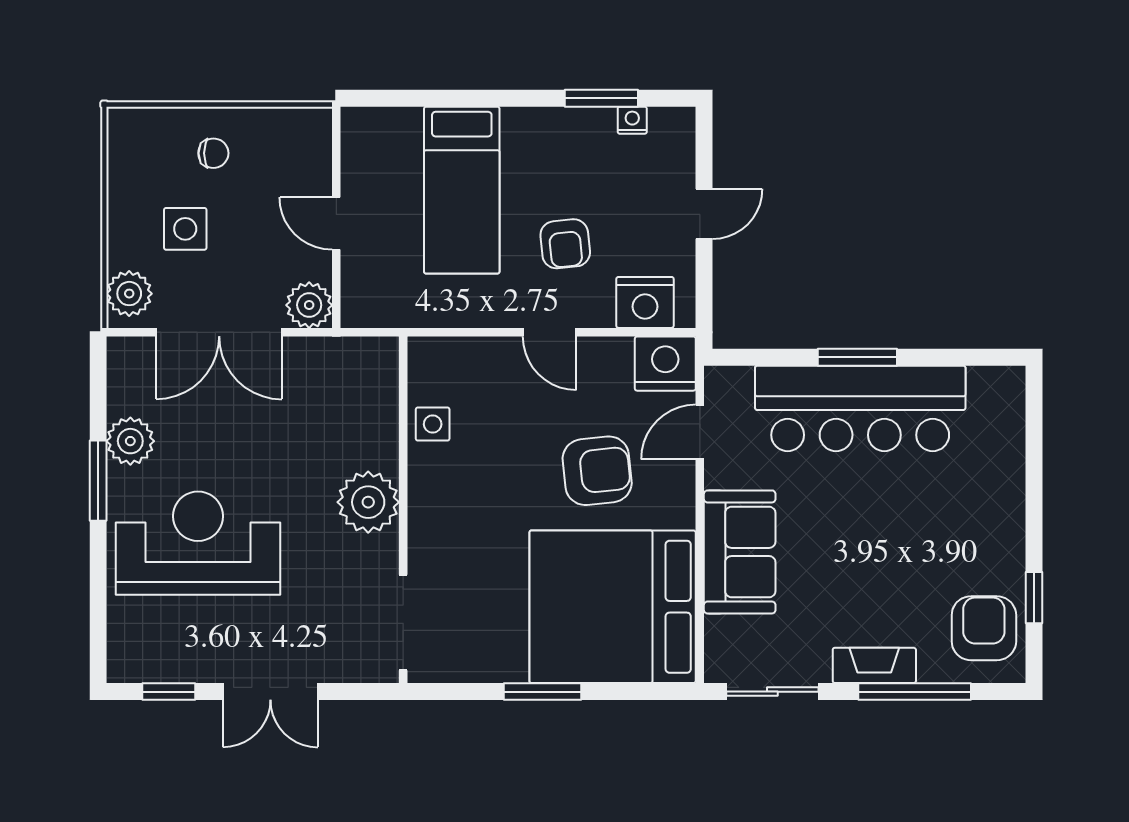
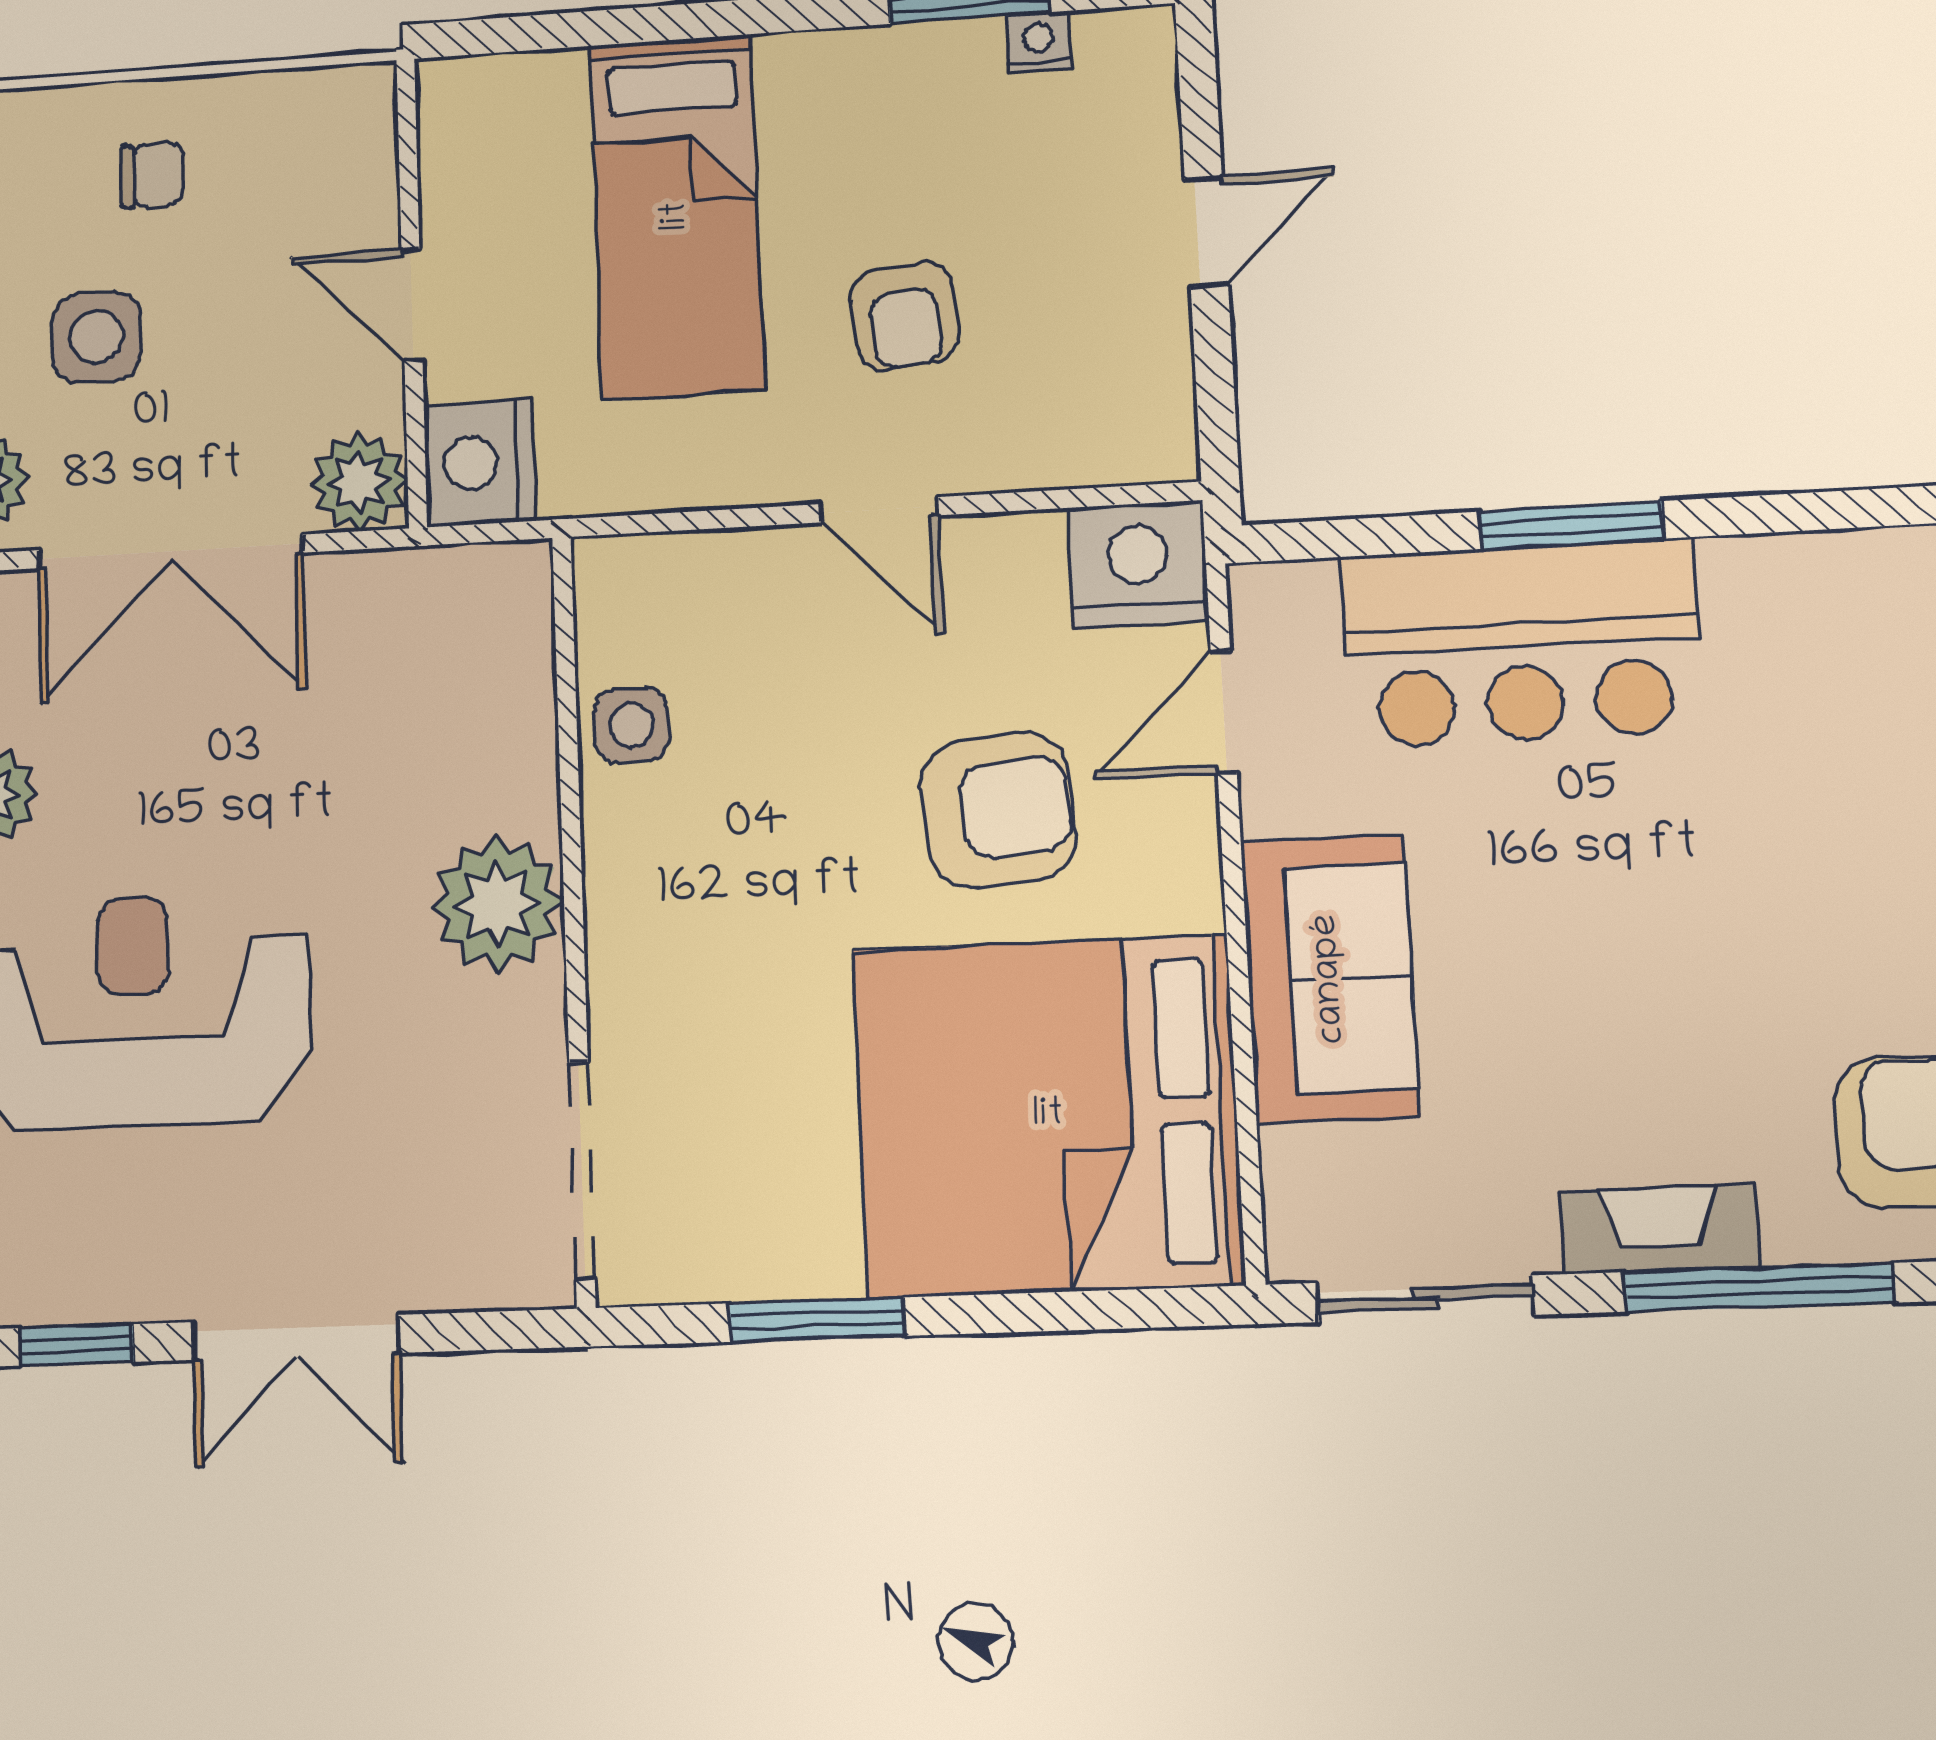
nightstand: (645, 302) -> (480, 463), moved, turned 90
bar counter: (860, 408) -> (1521, 643), width x0.73
window: (543, 692) -> (817, 1320), moved

